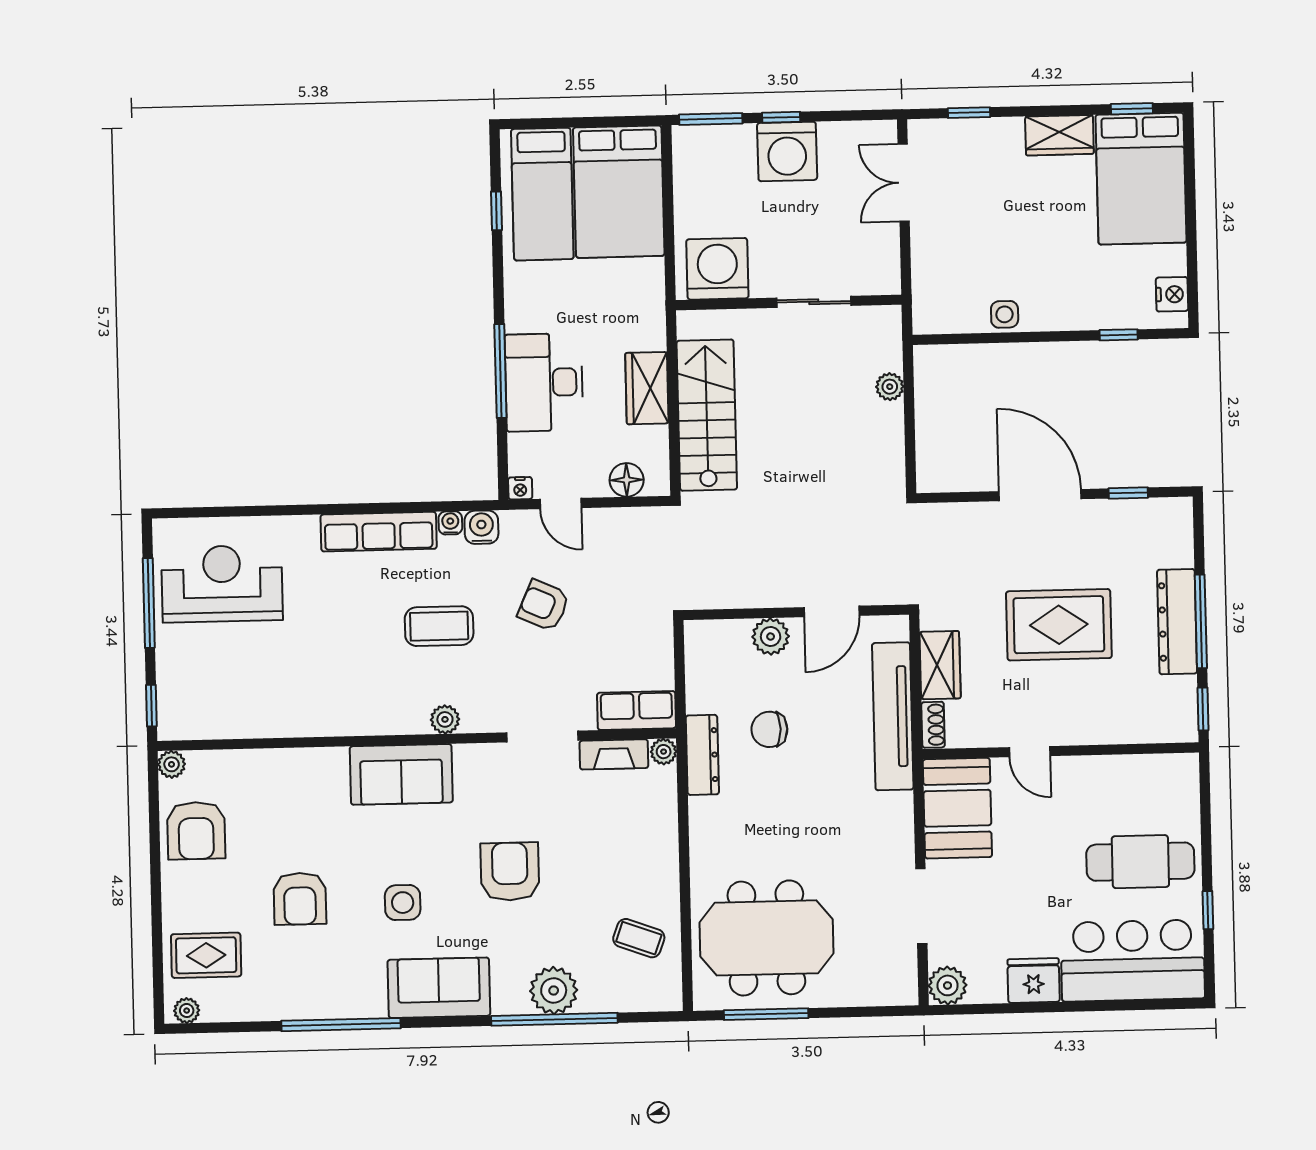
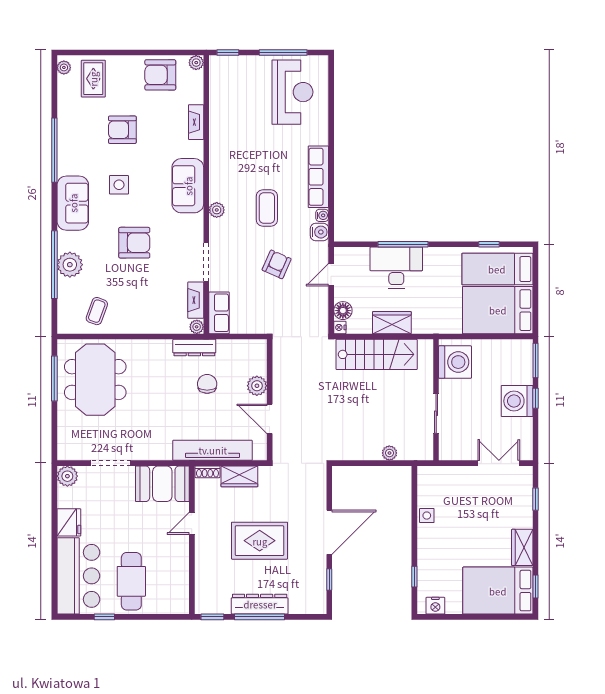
nightstand: (520, 488) -> (340, 327), moved
rug: (1059, 625) -> (260, 541), turned 90
fireplace: (282, 762) -> (196, 122), added

